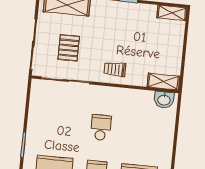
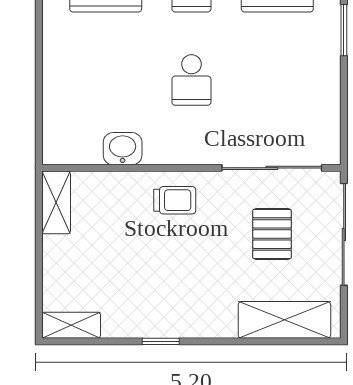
shelving: (163, 82) -> (56, 202), moved, turned 90
washbasin: (164, 100) -> (123, 149), moved

